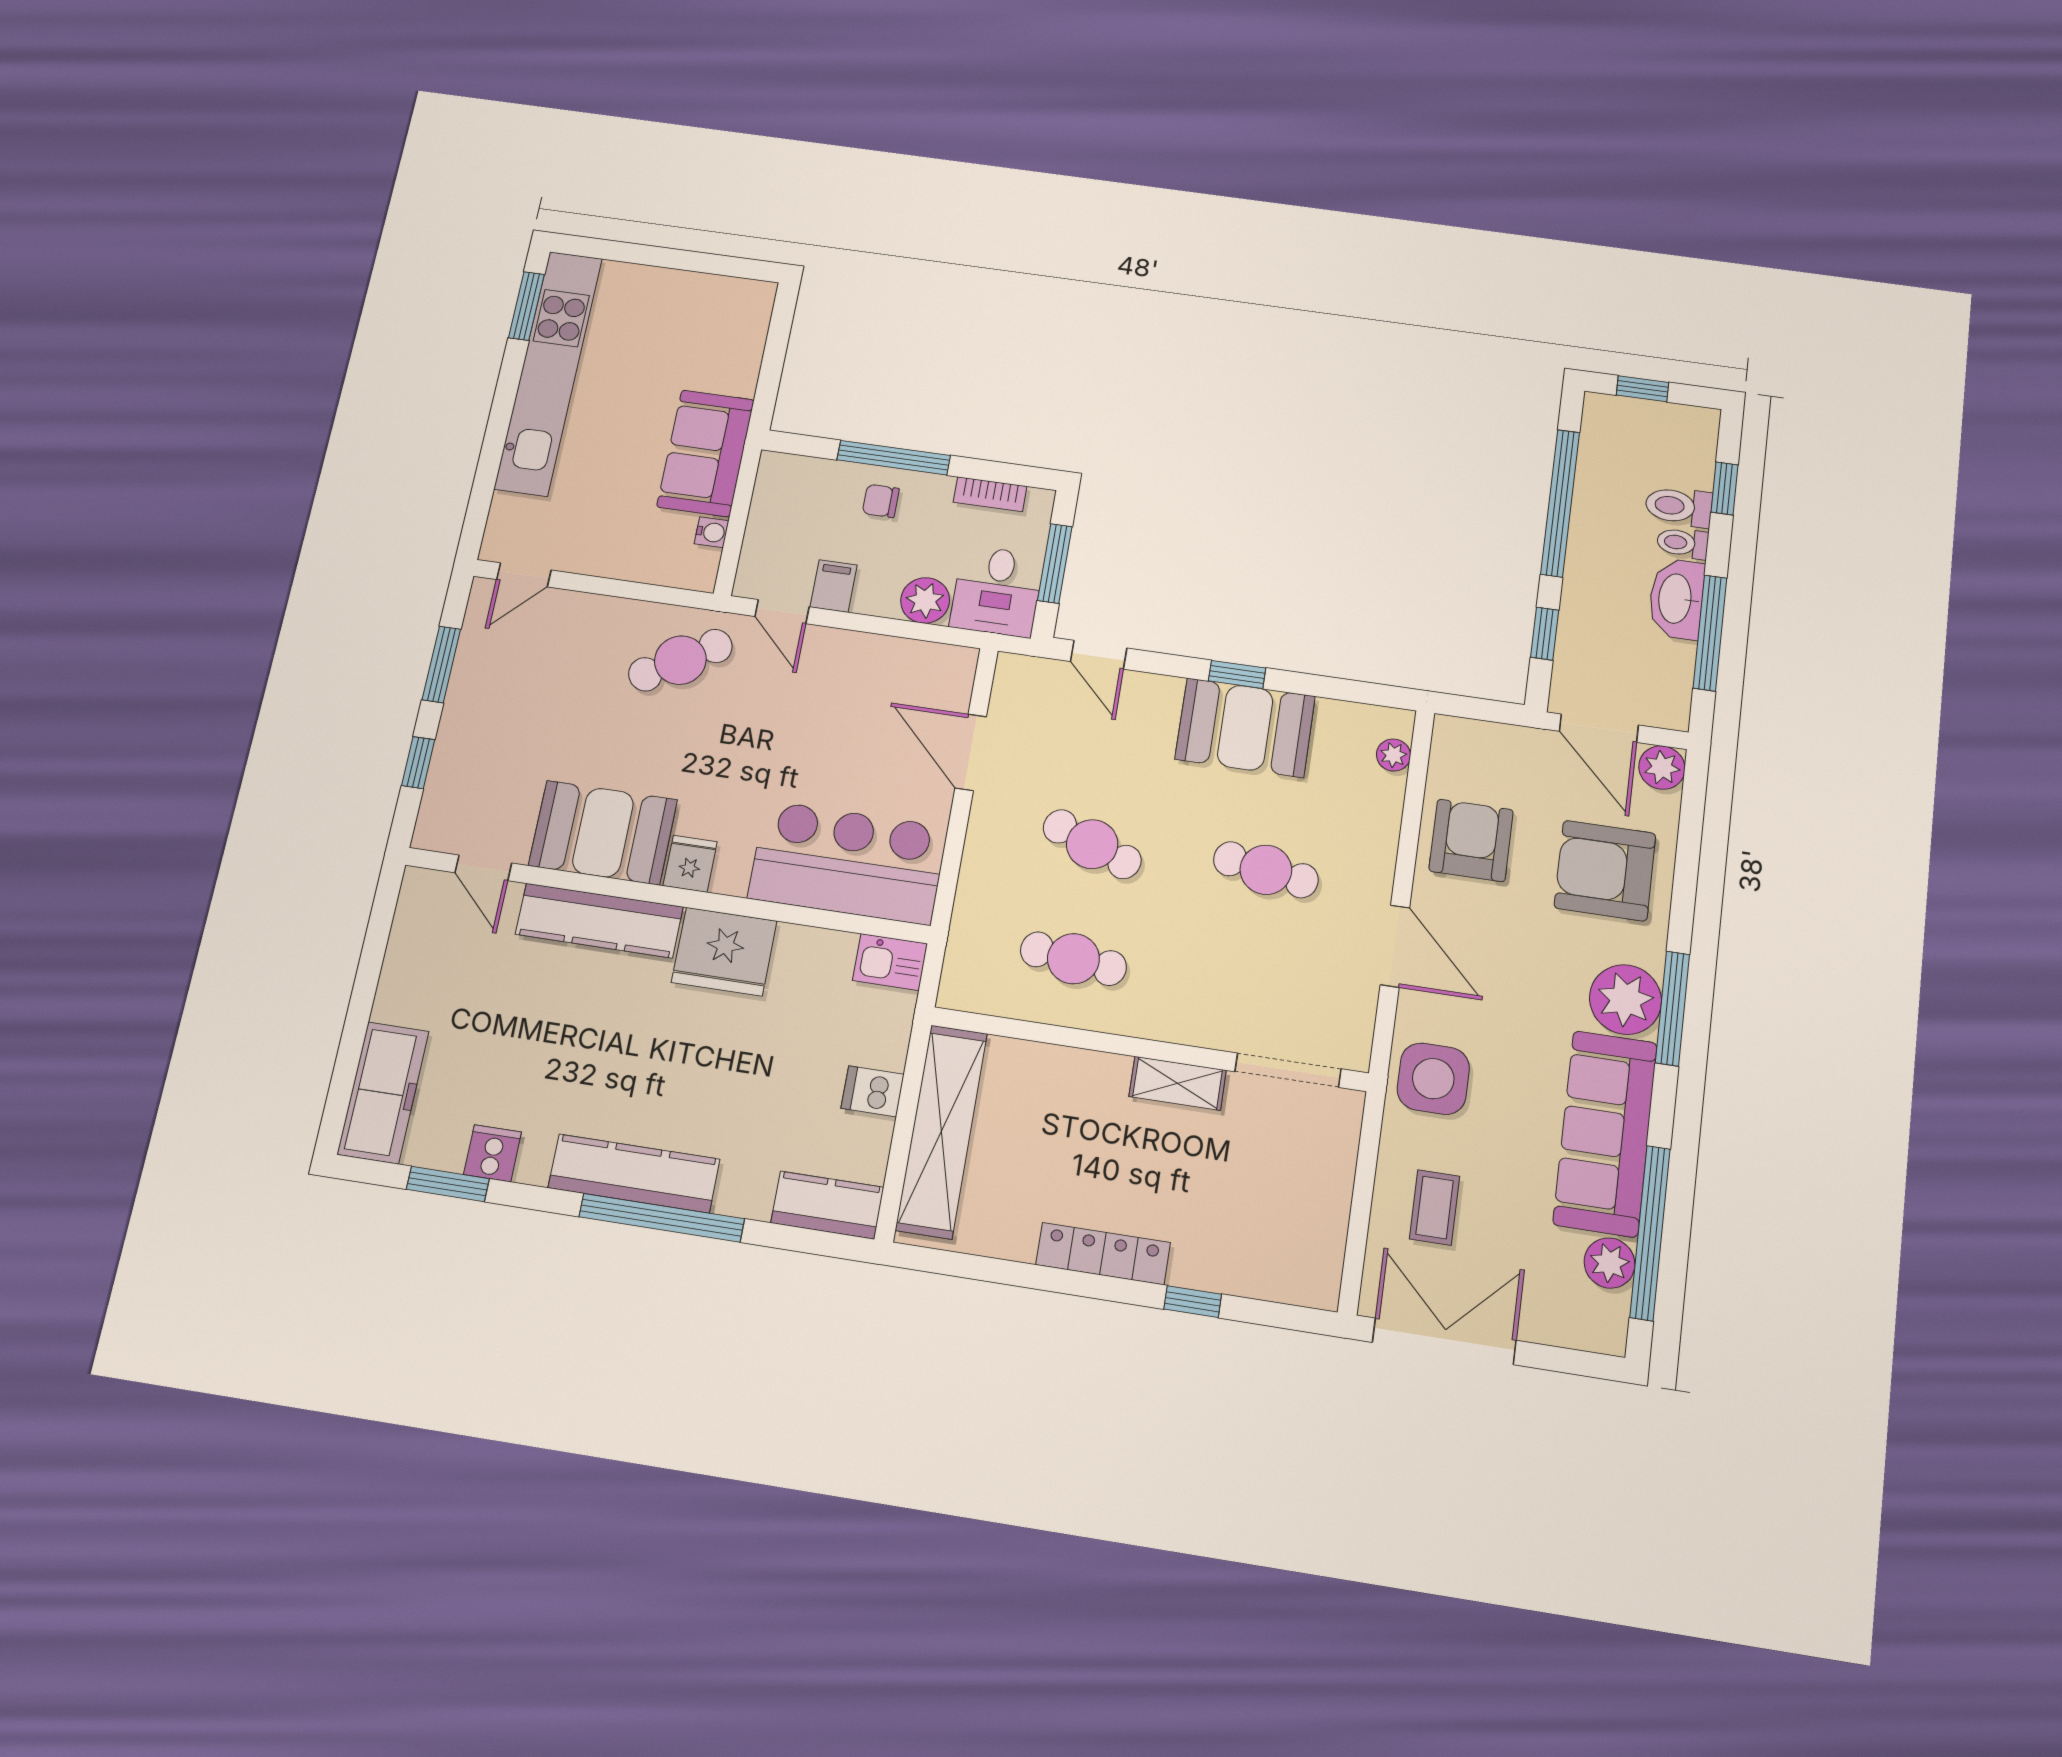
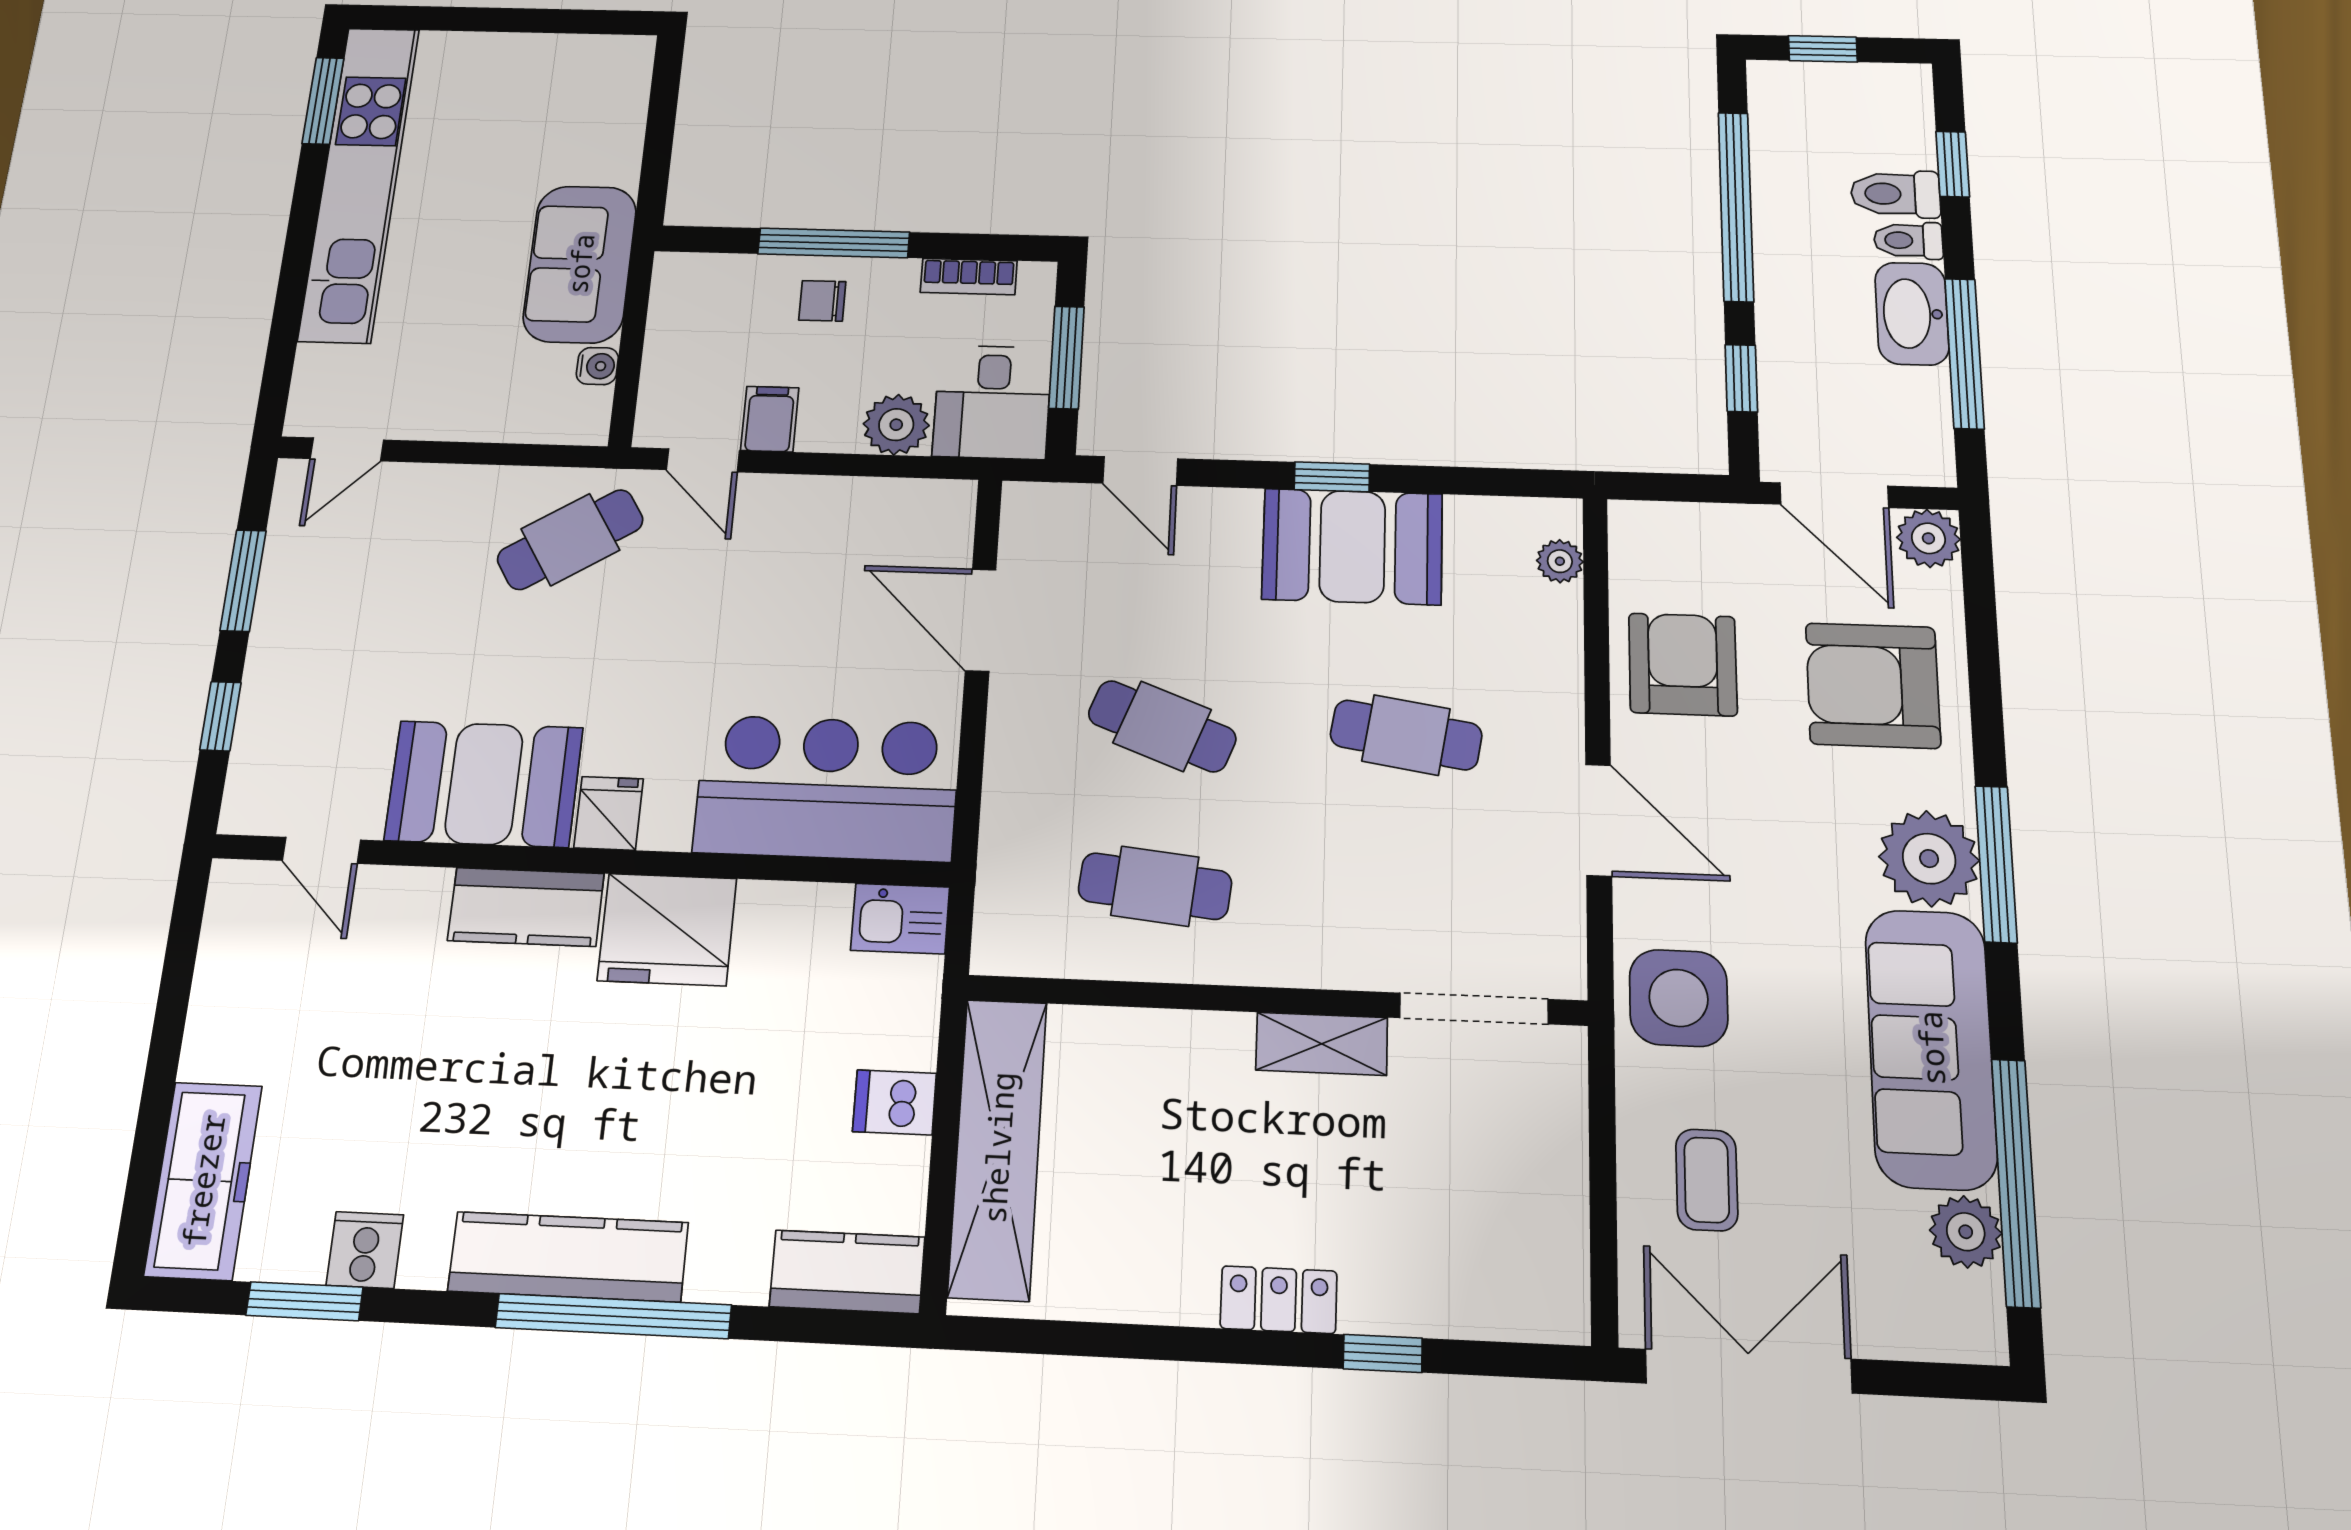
kitchen counter: (599, 921) -> (526, 907), width x0.67
locker: (1103, 1254) -> (1279, 1300), width x0.66

